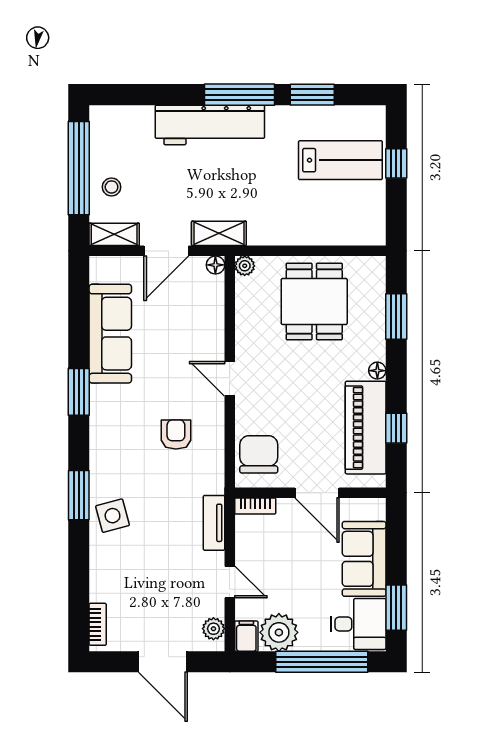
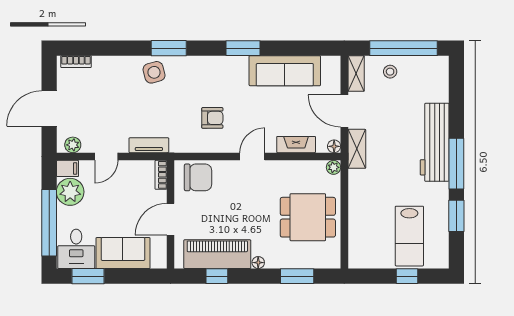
fireplace: (213, 318) -> (296, 145), added

